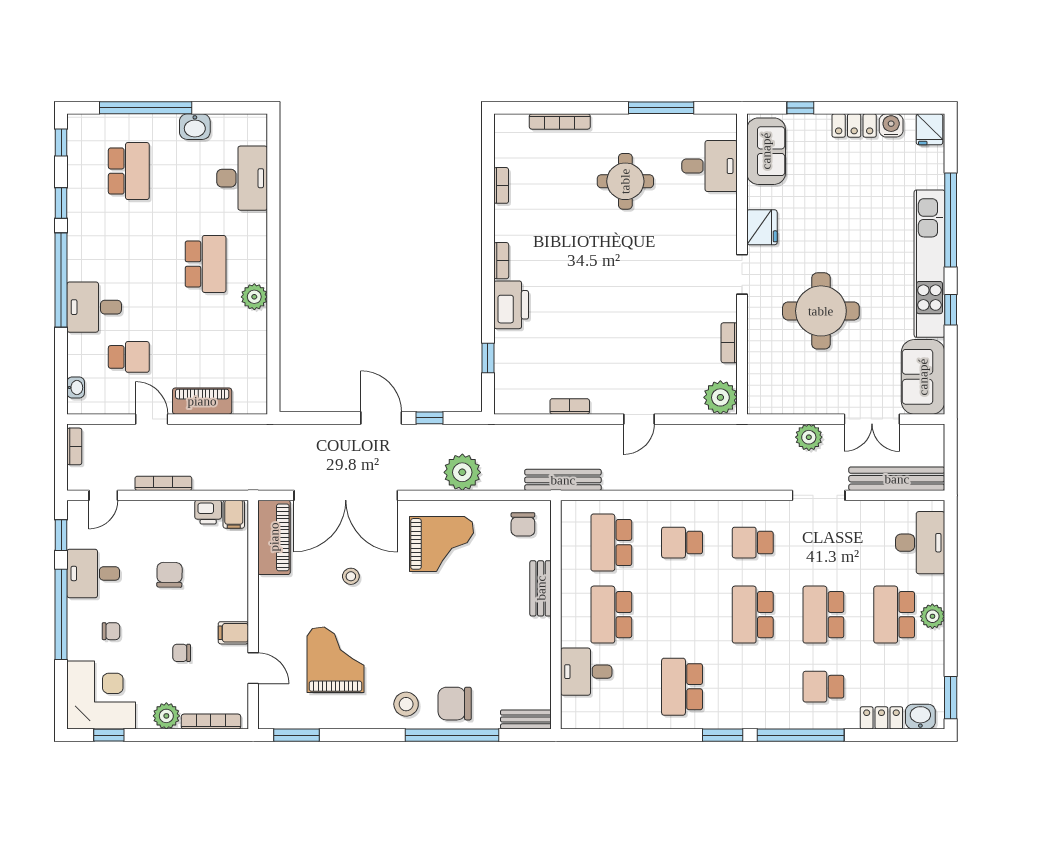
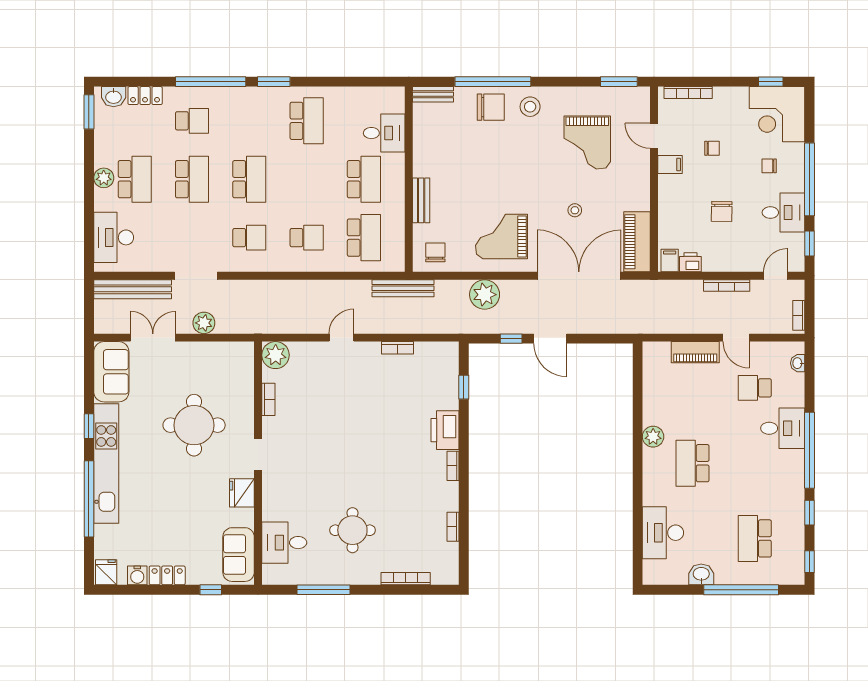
plant: (166, 716) -> (724, 97), removed

